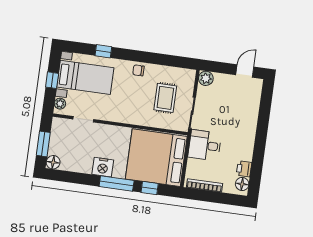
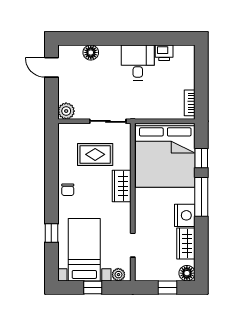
wardrobe: (135, 117) -> (122, 186), added
window: (43, 144) -> (168, 287), width x0.67
desk: (205, 145) -> (138, 62), moved, turned 180
wardrobe: (79, 165) -> (186, 243), added
floor lamp: (242, 184) -> (91, 52), moved
bookcase: (204, 186) -> (190, 103), width x0.64

